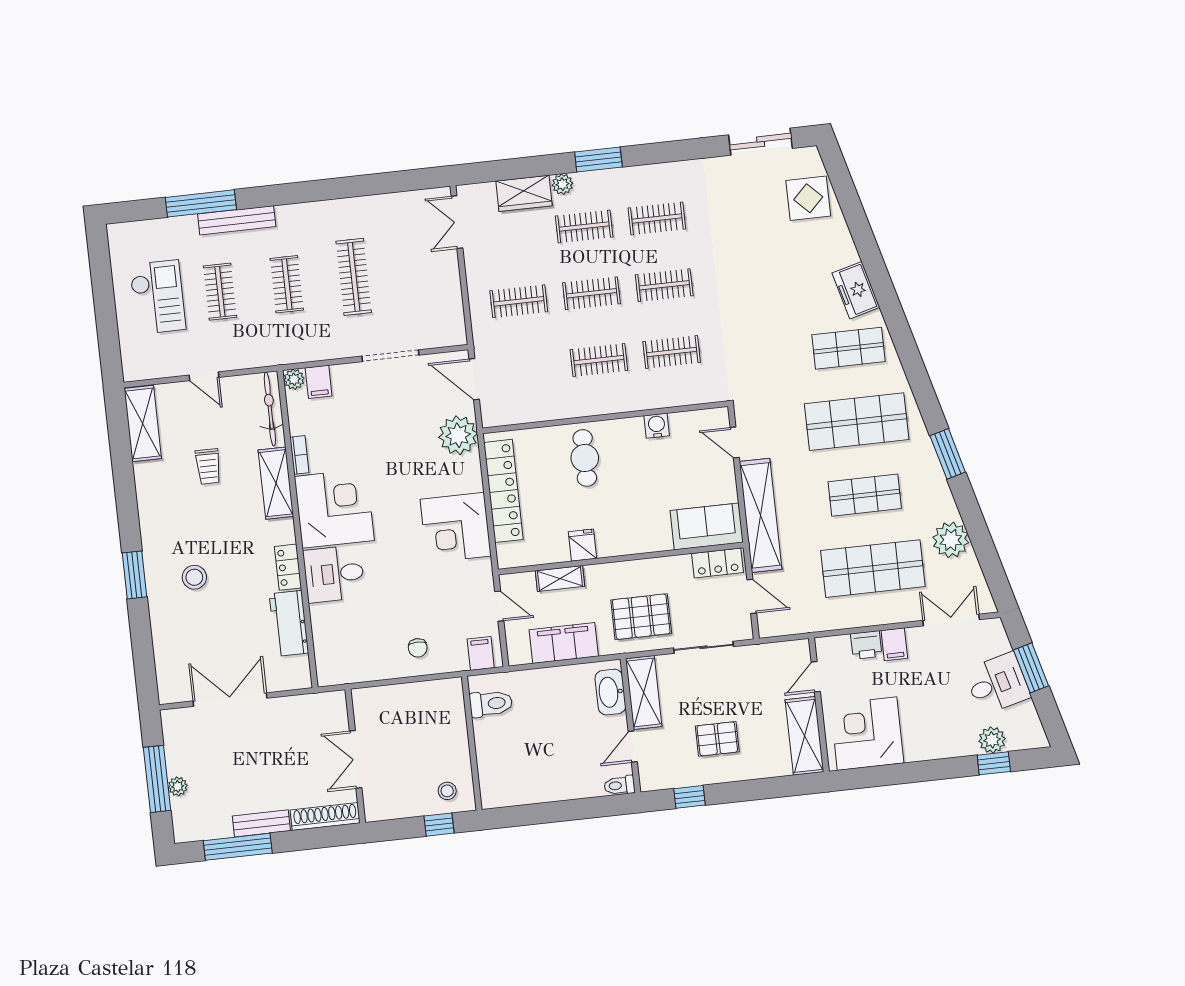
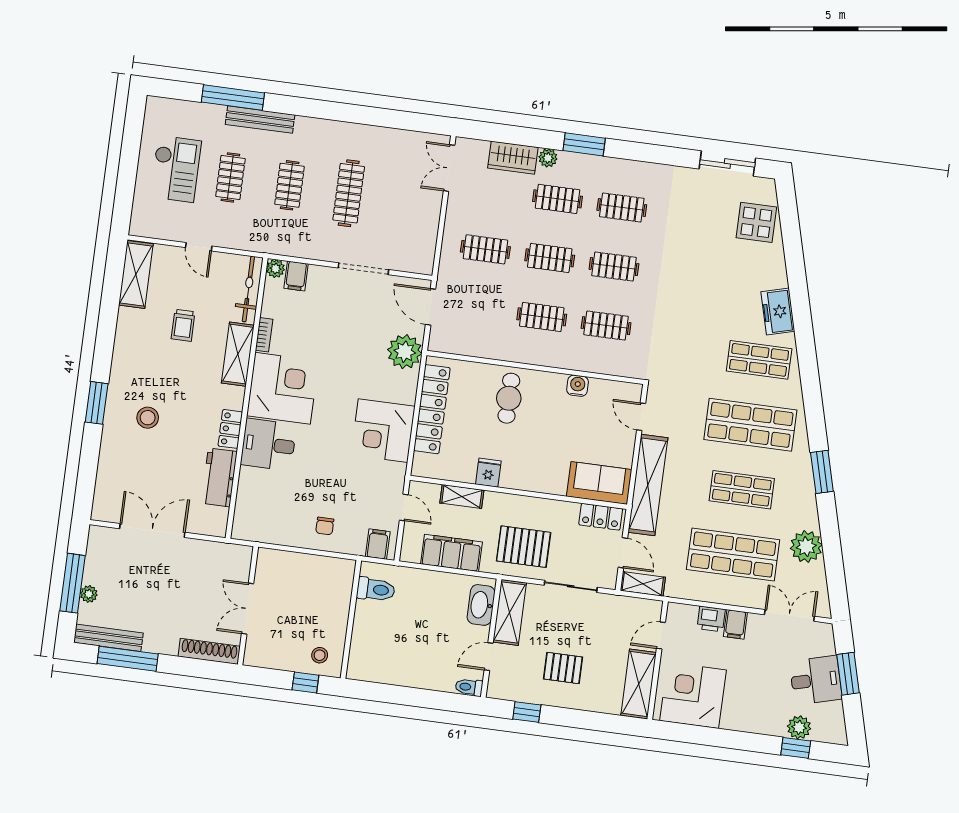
shelving: (782, 625) -> (643, 584), added
bench: (261, 823) -> (108, 638), moved, width x1.36

